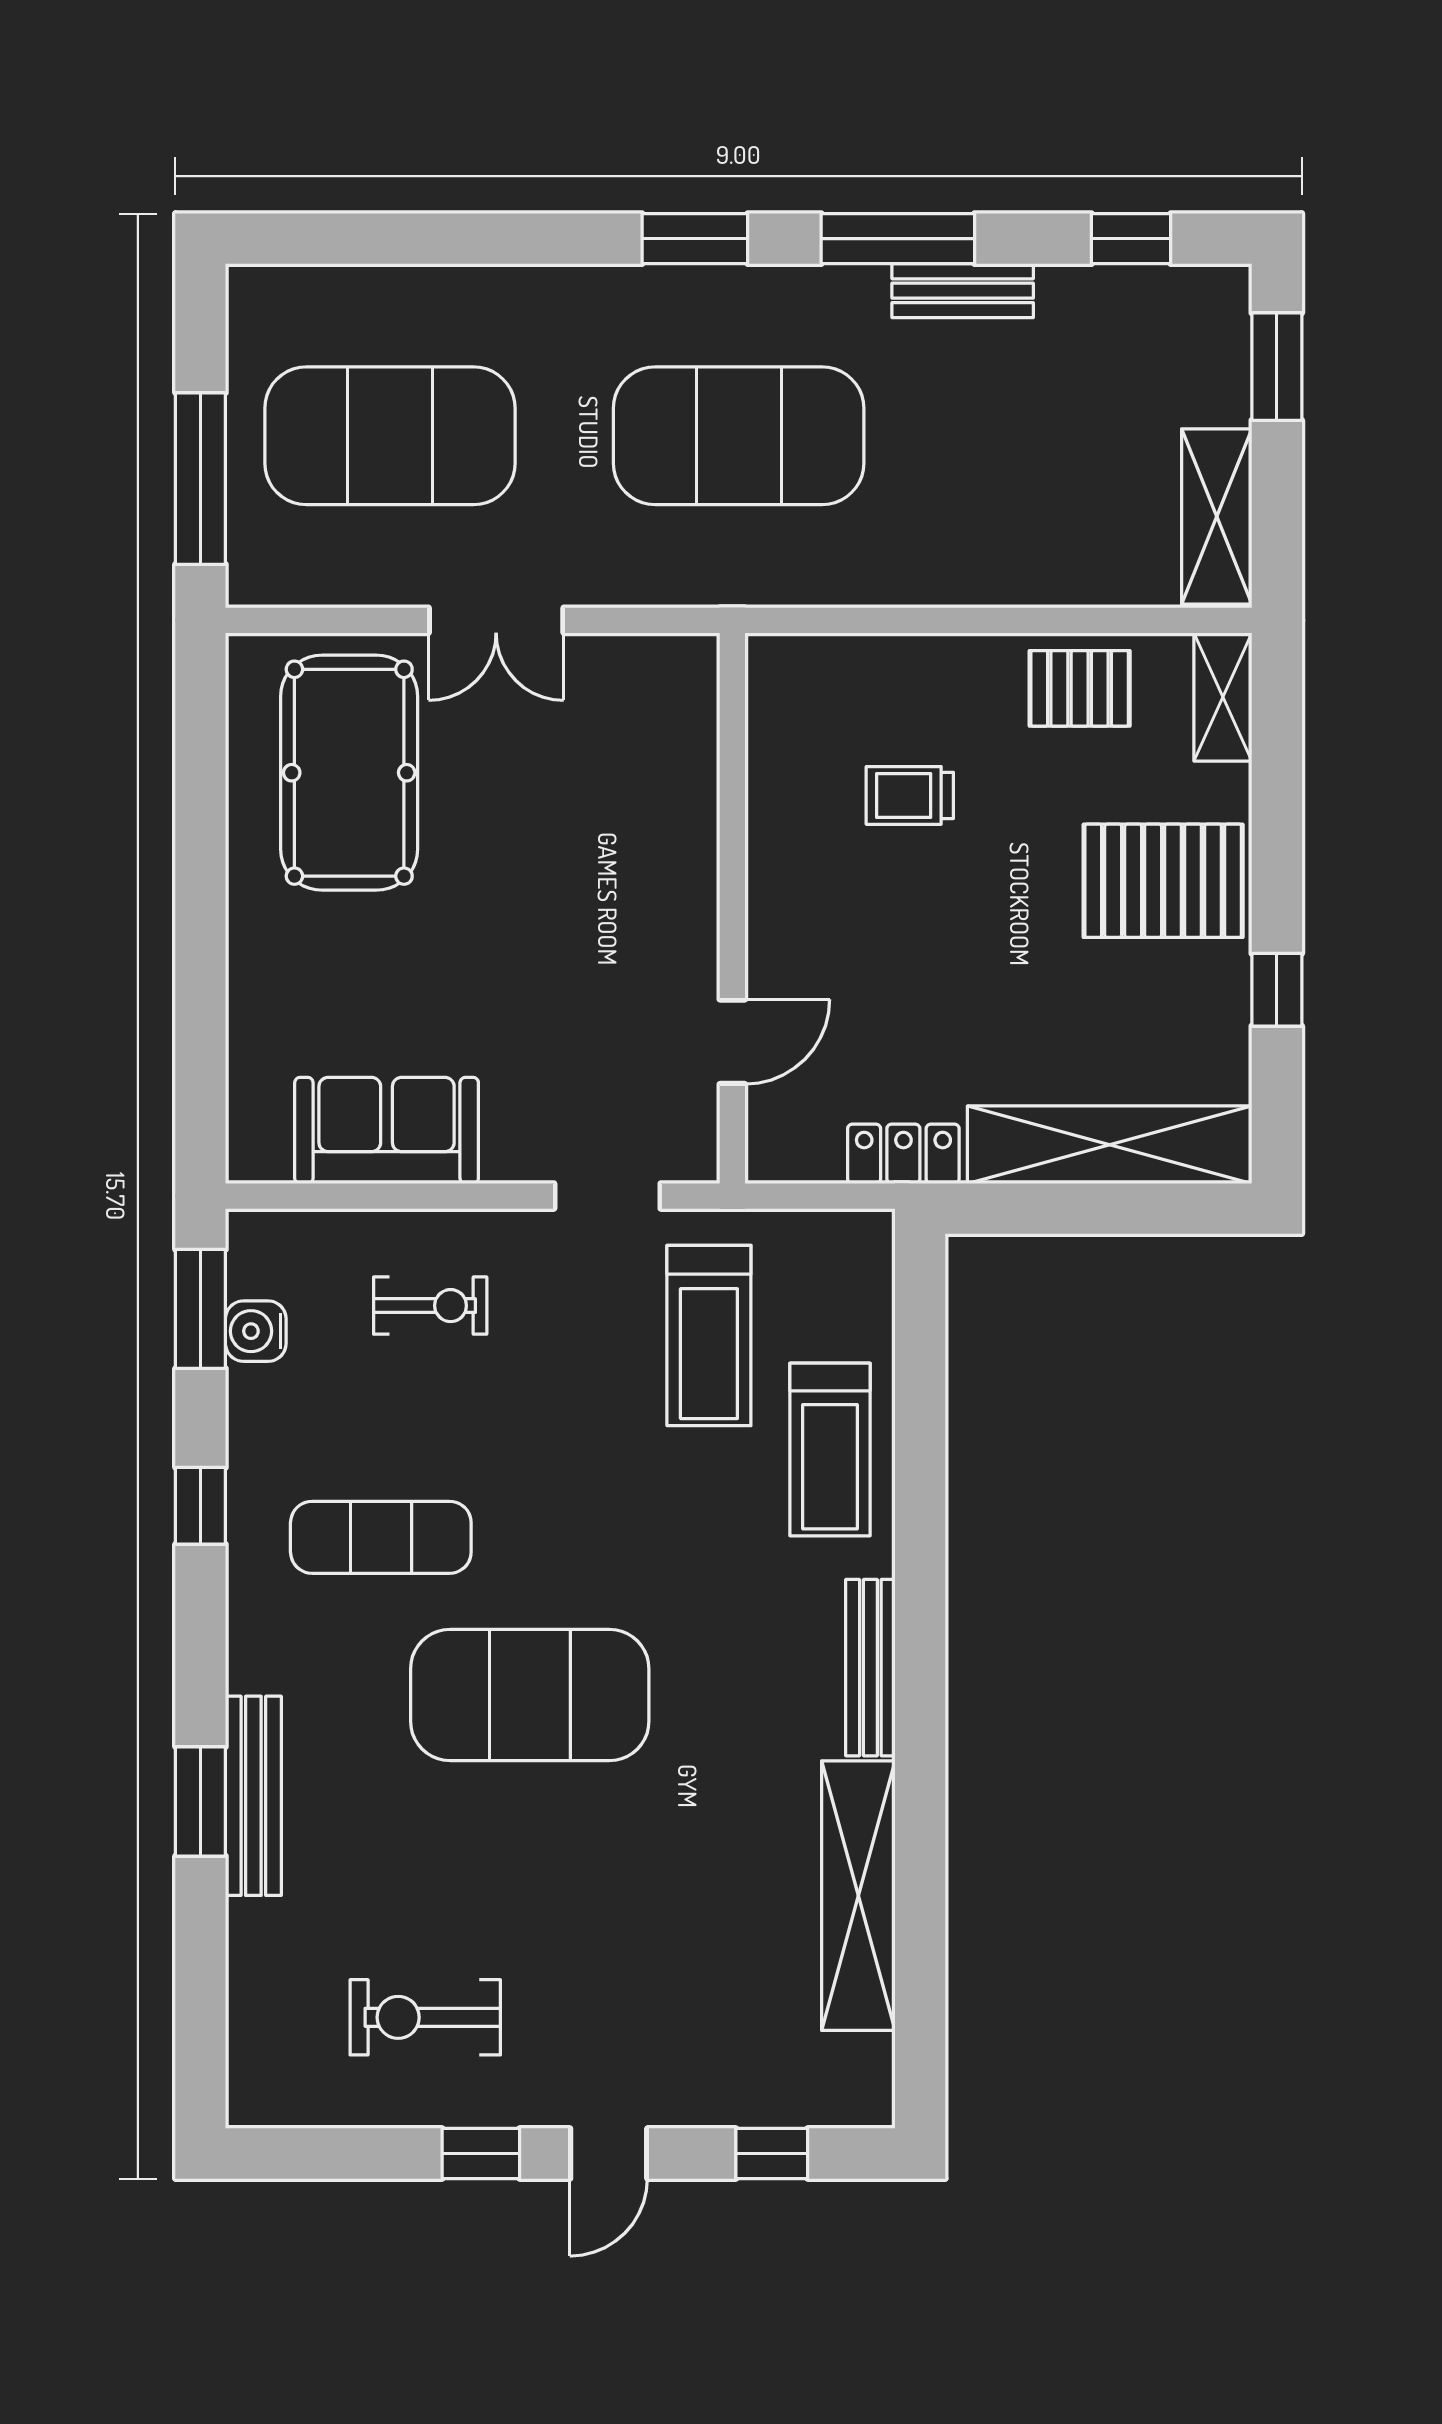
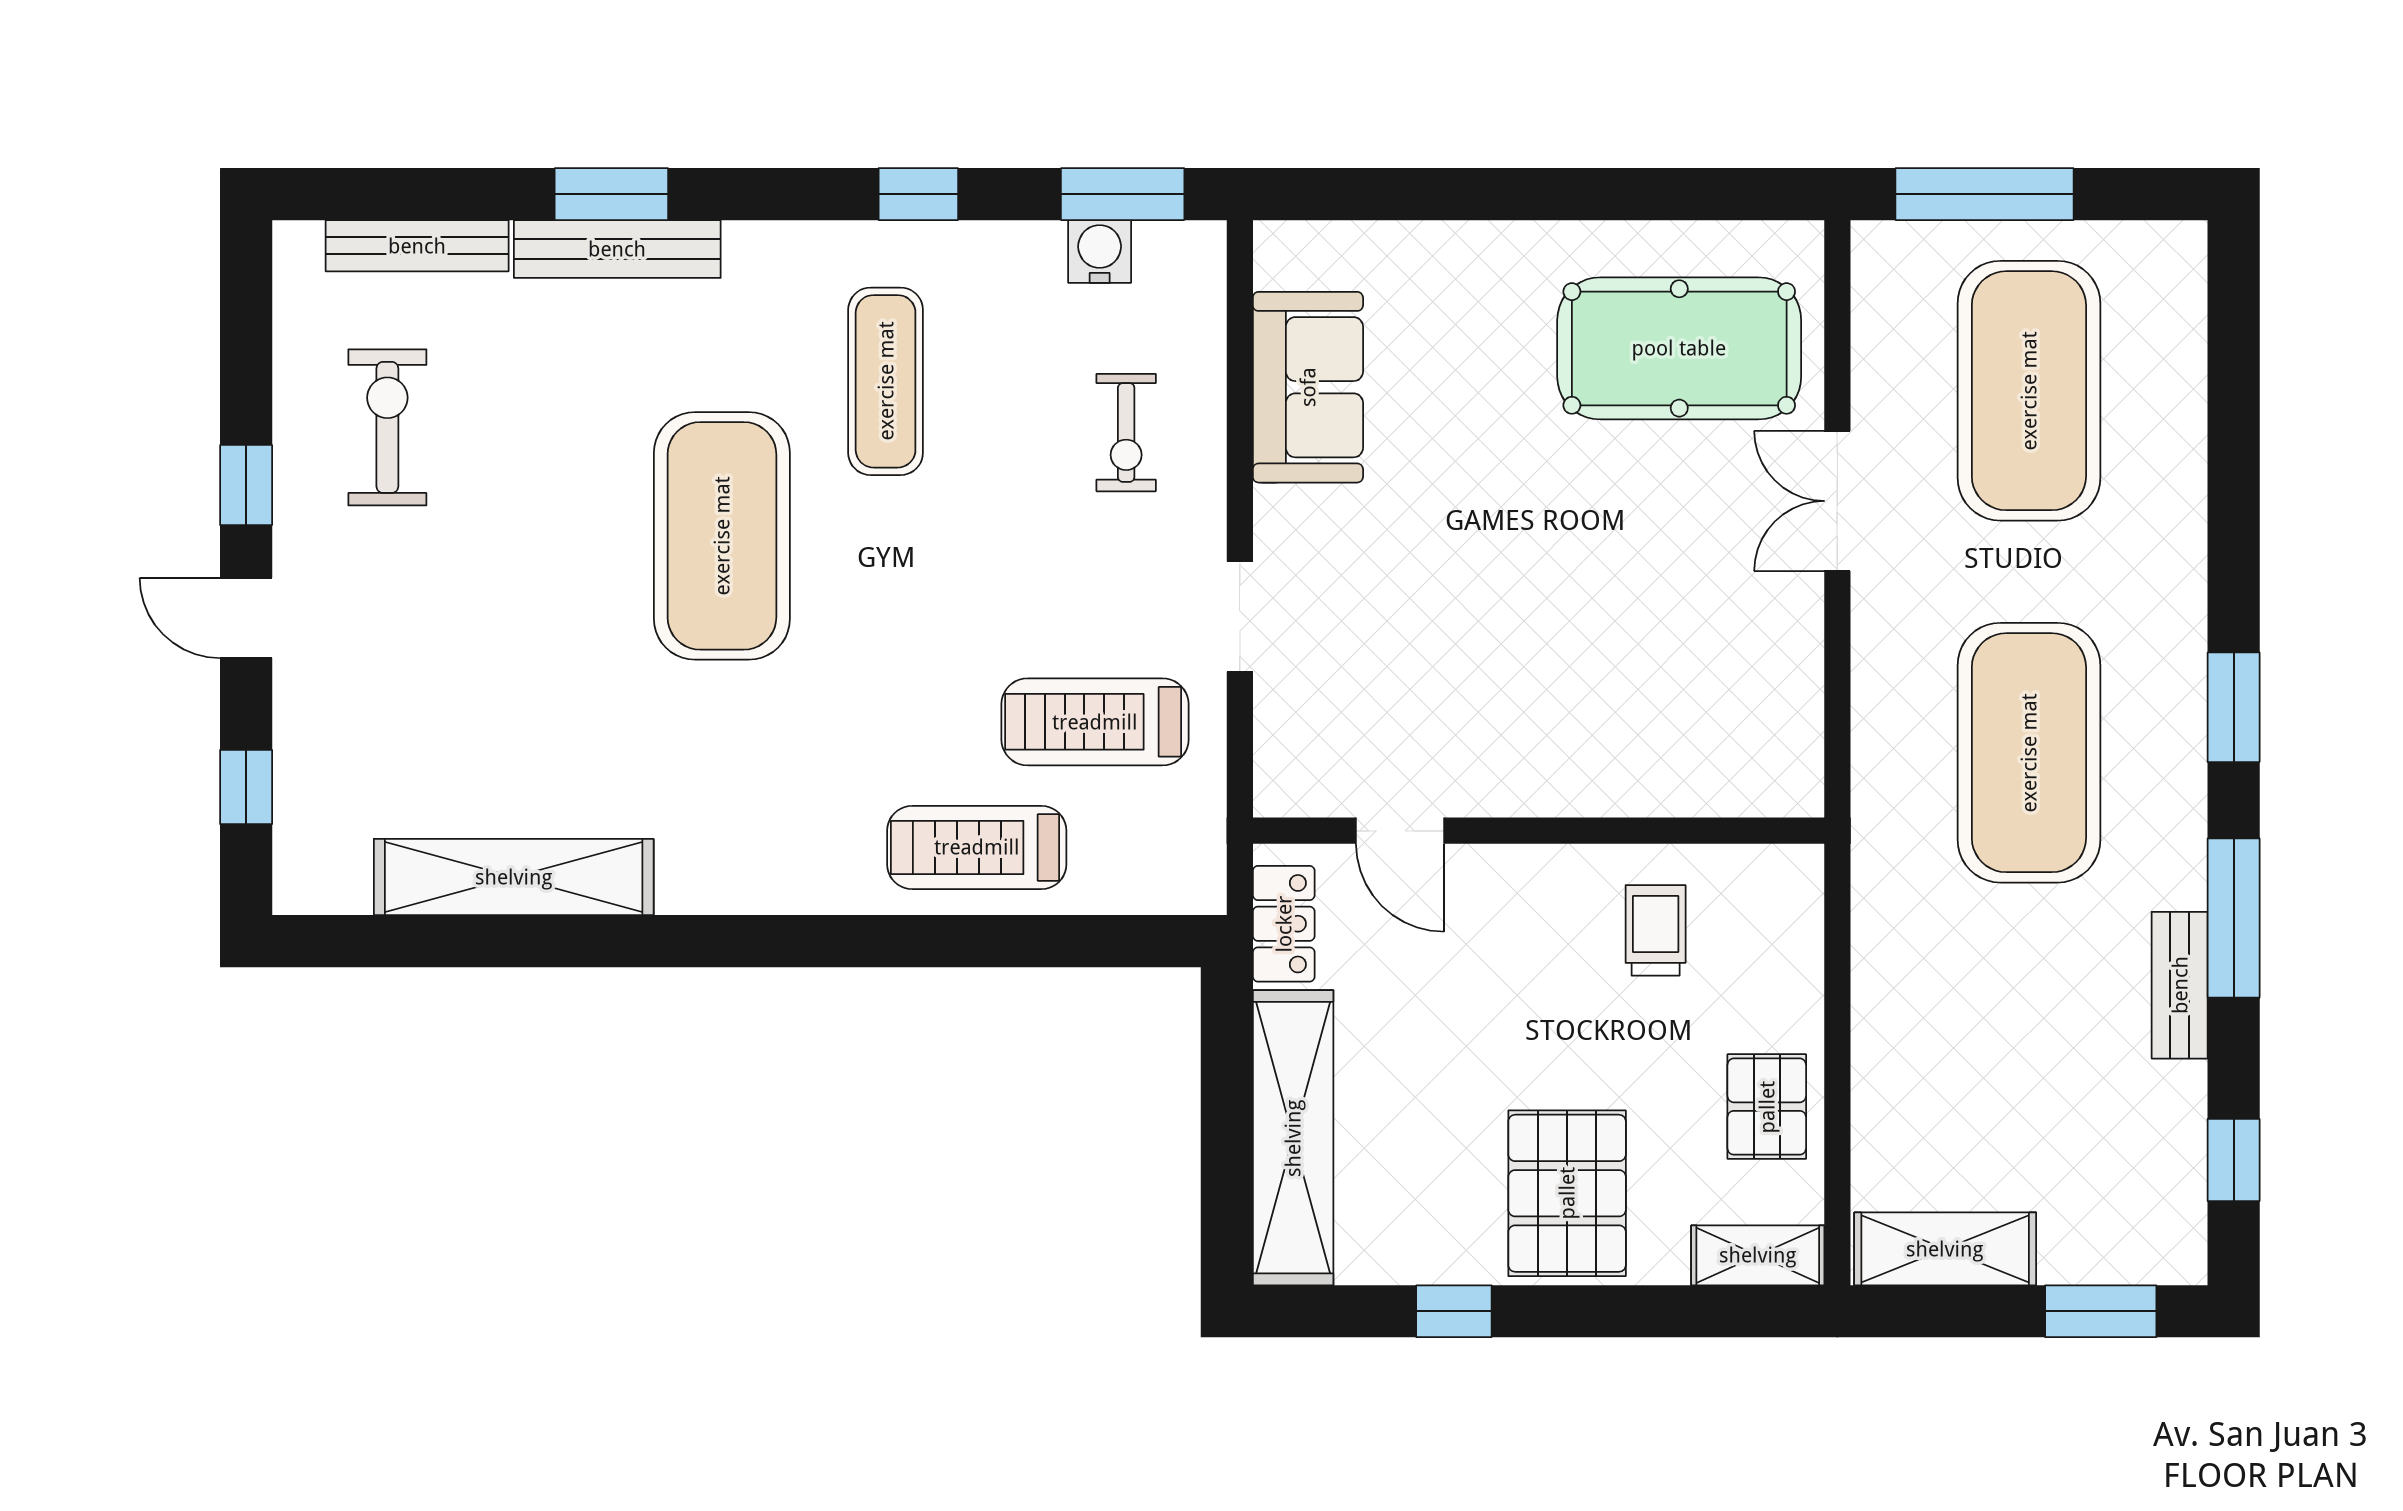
wall: (732, 908) -> (1539, 831), moved
door: (732, 1042) -> (1400, 831), moved
bench: (870, 1668) -> (417, 246), moved

